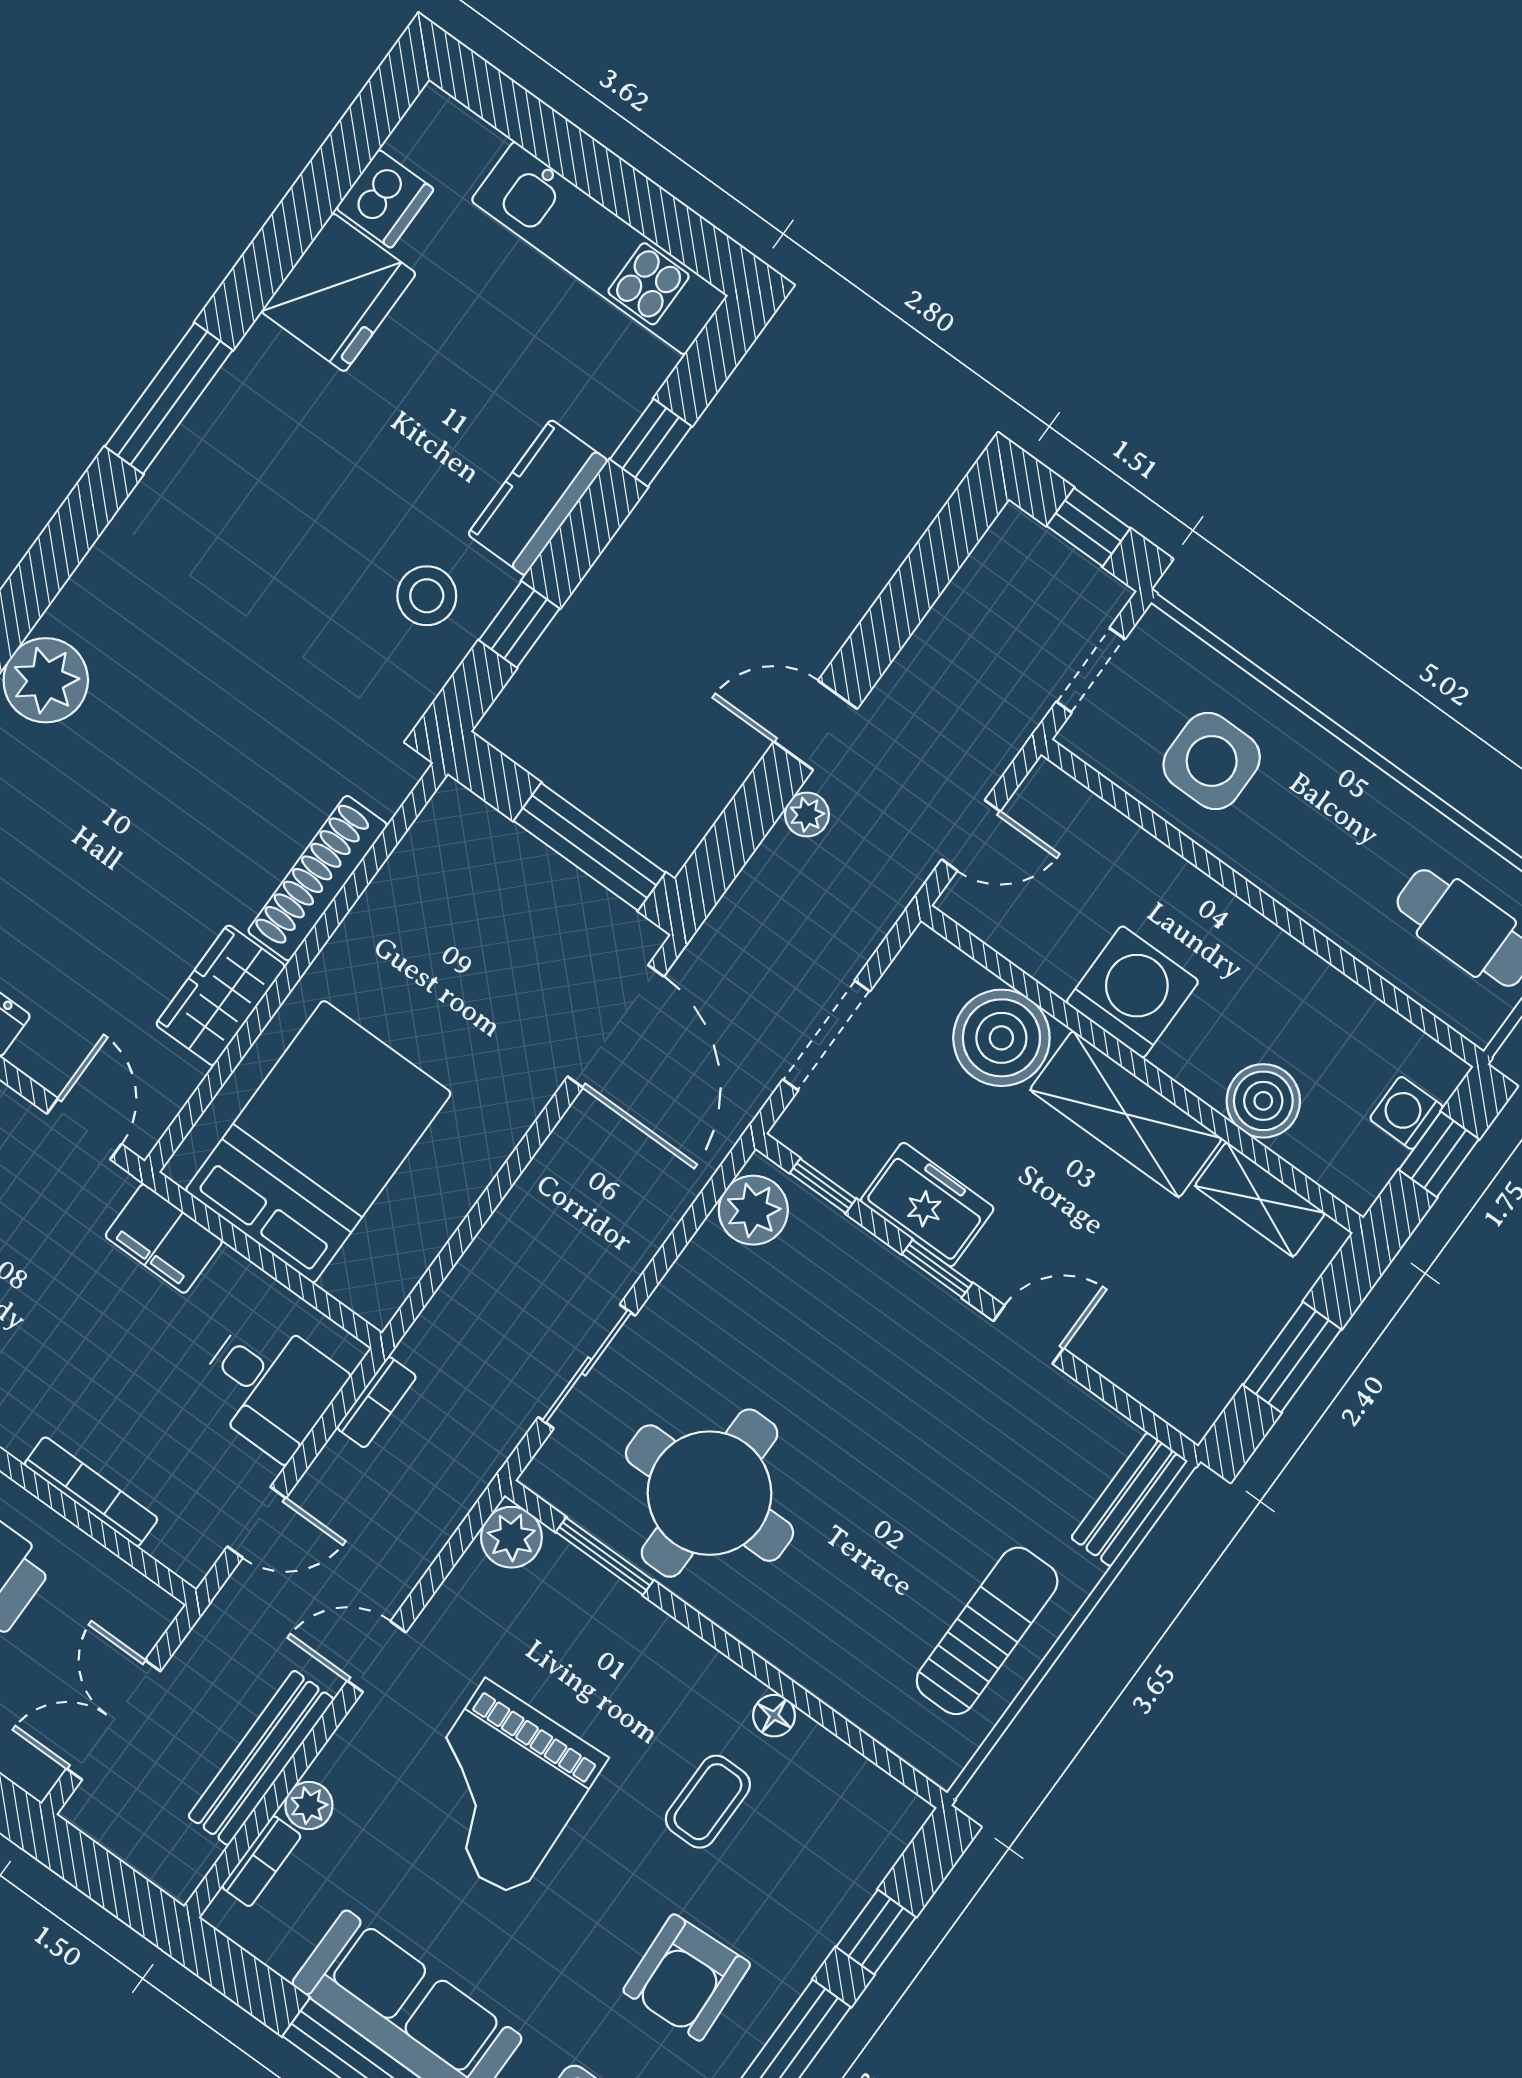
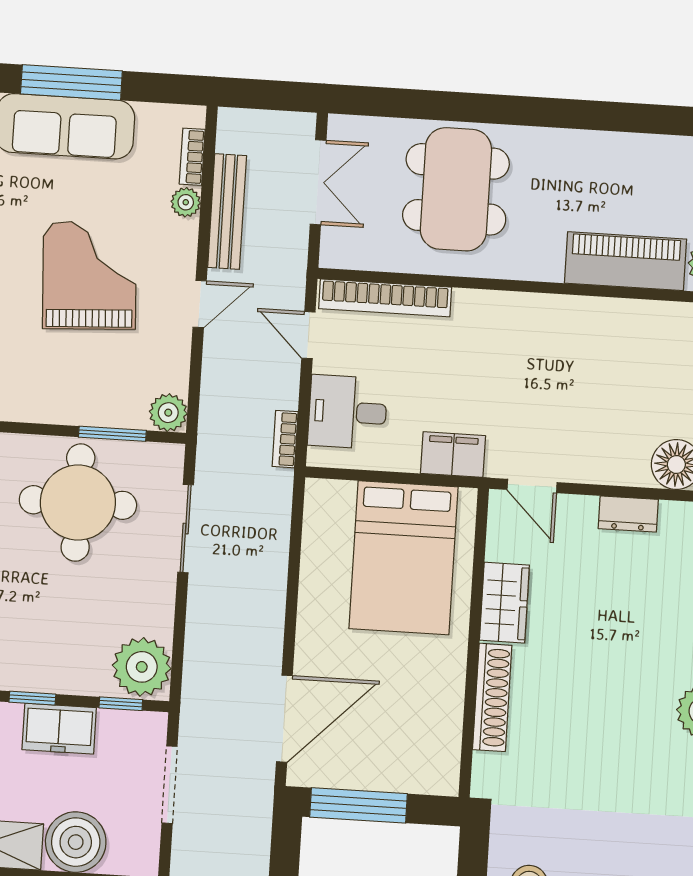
door: (616, 1026) -> (284, 719), swing flipped
plant: (753, 1210) -> (142, 667), width x1.36, depth x1.36
bookcase: (91, 1492) -> (385, 298), width x1.48, depth x1.31
door: (257, 1522) -> (308, 335), hinge flipped

